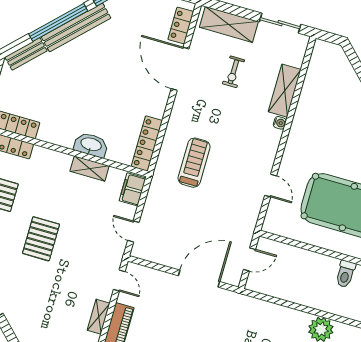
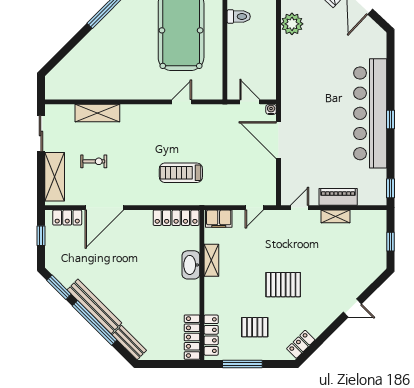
water cooler: (280, 123) -> (271, 109), moved

